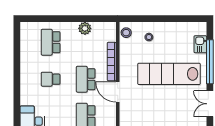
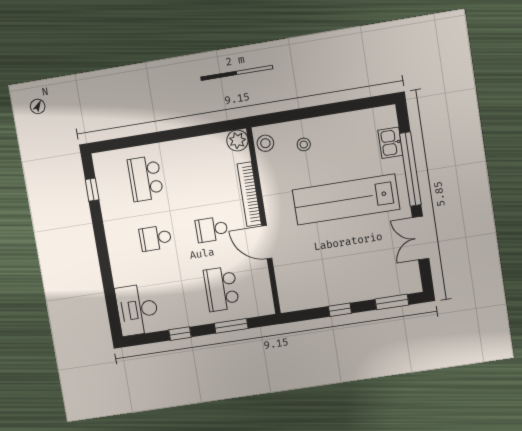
plant: (85, 28) -> (237, 140), moved
window: (17, 44) -> (92, 190), added
school desk: (86, 79) -> (212, 229), width x0.54

